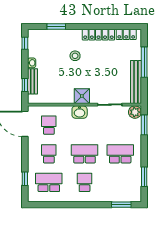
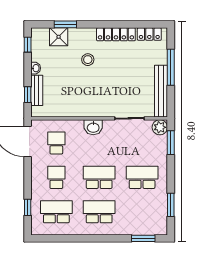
shower: (82, 96) -> (59, 37), moved
school desk: (85, 182) -> (99, 212), width x1.85

